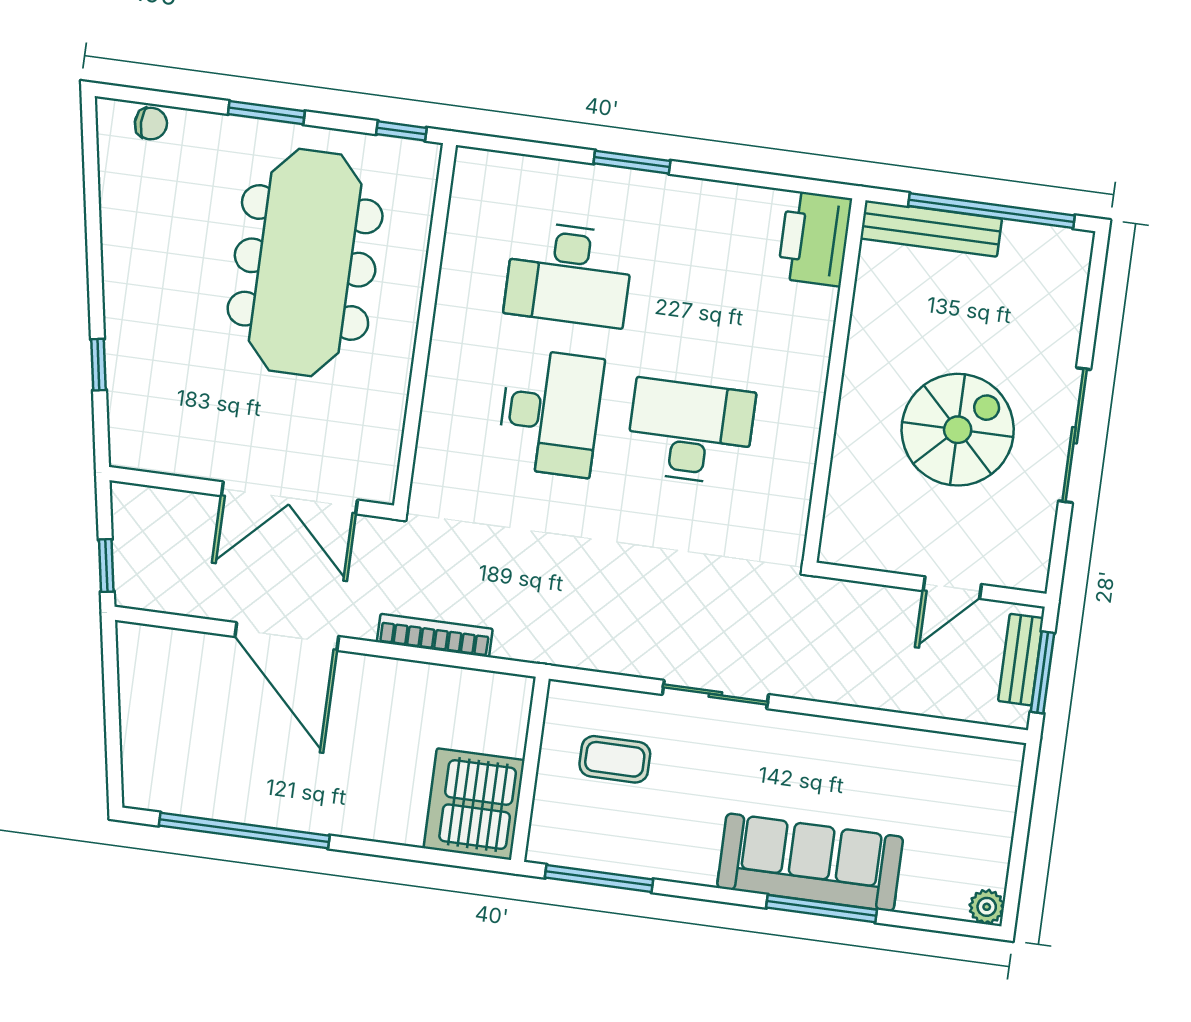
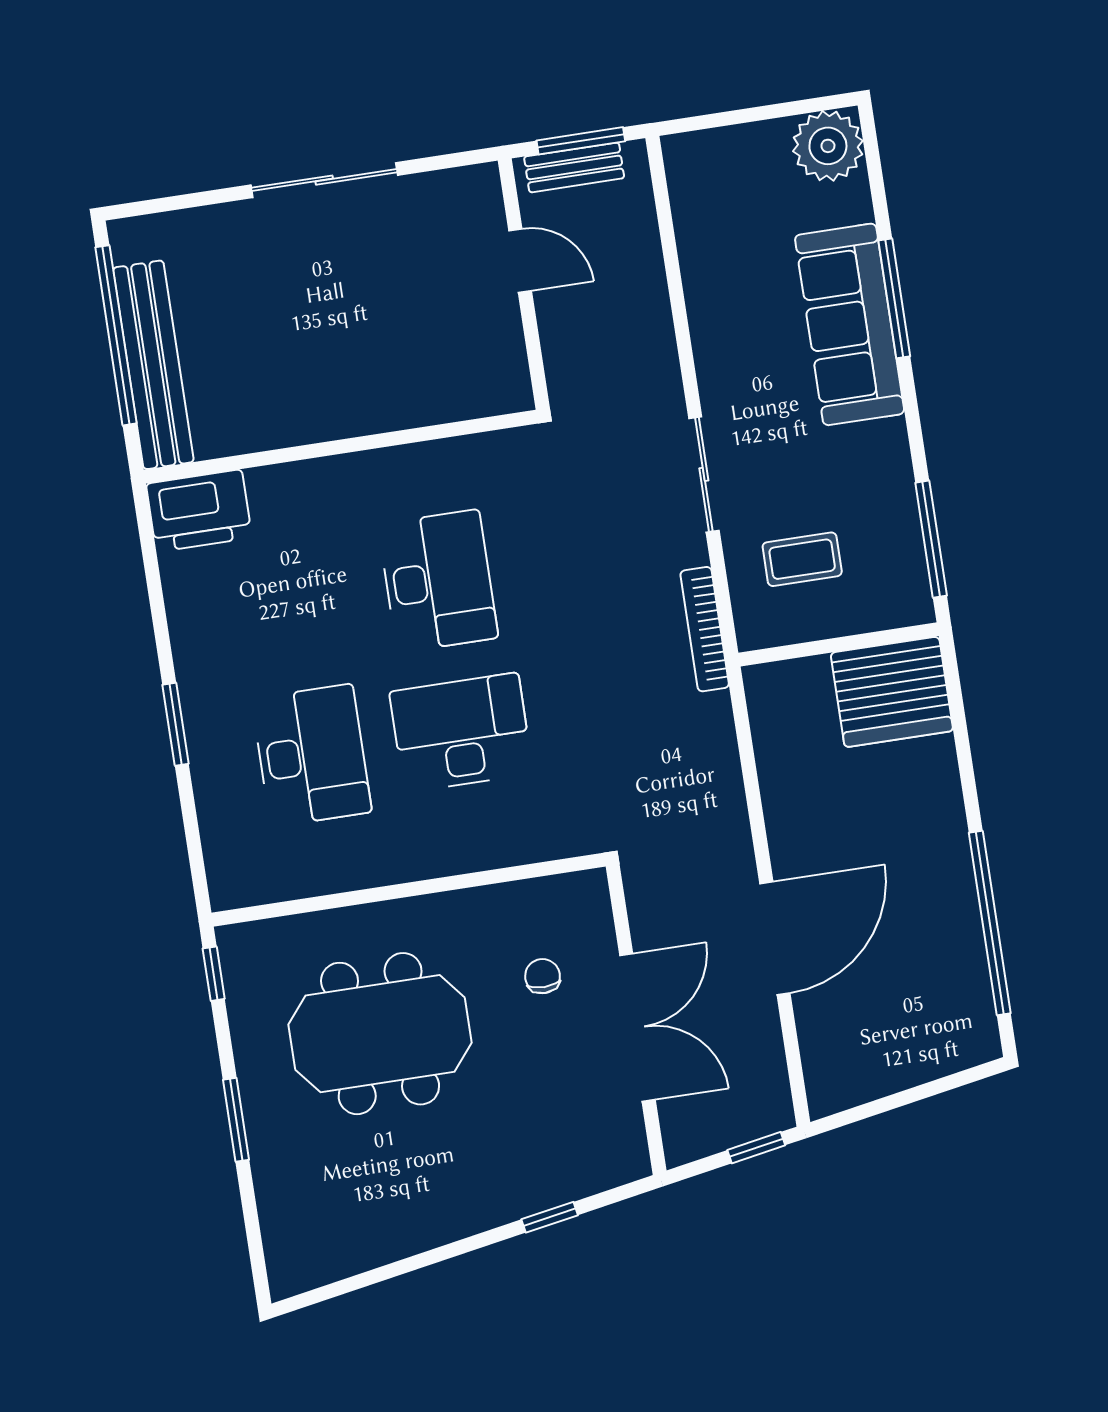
chair: (151, 124) -> (543, 976), moved
bench: (931, 229) -> (153, 365), width x1.37, depth x1.21
meeting table: (305, 262) -> (380, 1034), width x0.73
spiral stairs: (958, 430) -> (354, 303), removed
desk: (690, 432) -> (438, 581), turned 180
double door: (289, 498) -> (637, 1027), moved
bookcase: (435, 635) -> (705, 629), moved
coffee table: (615, 759) -> (802, 559), turned 90
plant: (987, 907) -> (828, 146), width x1.87, depth x1.87

